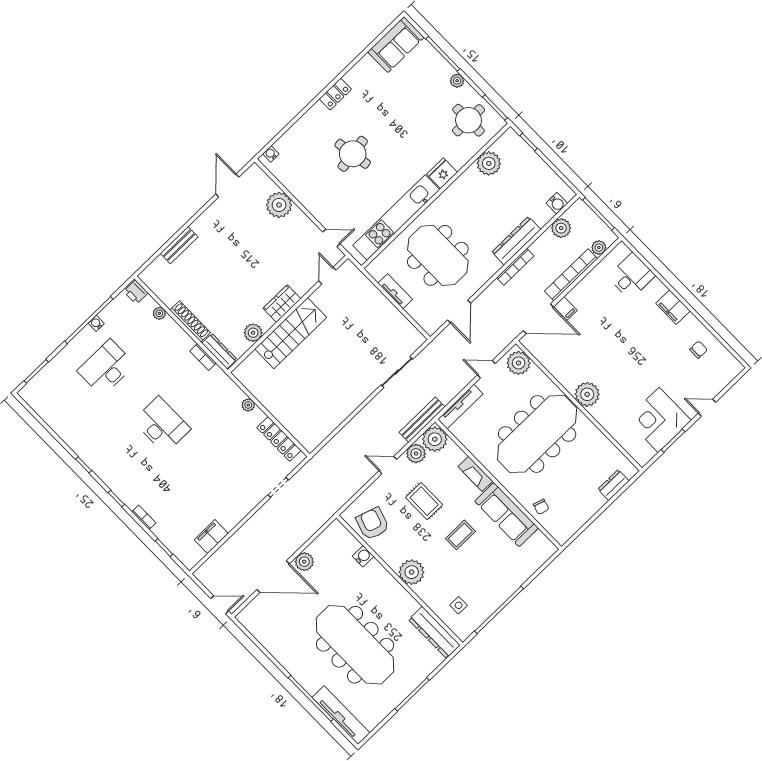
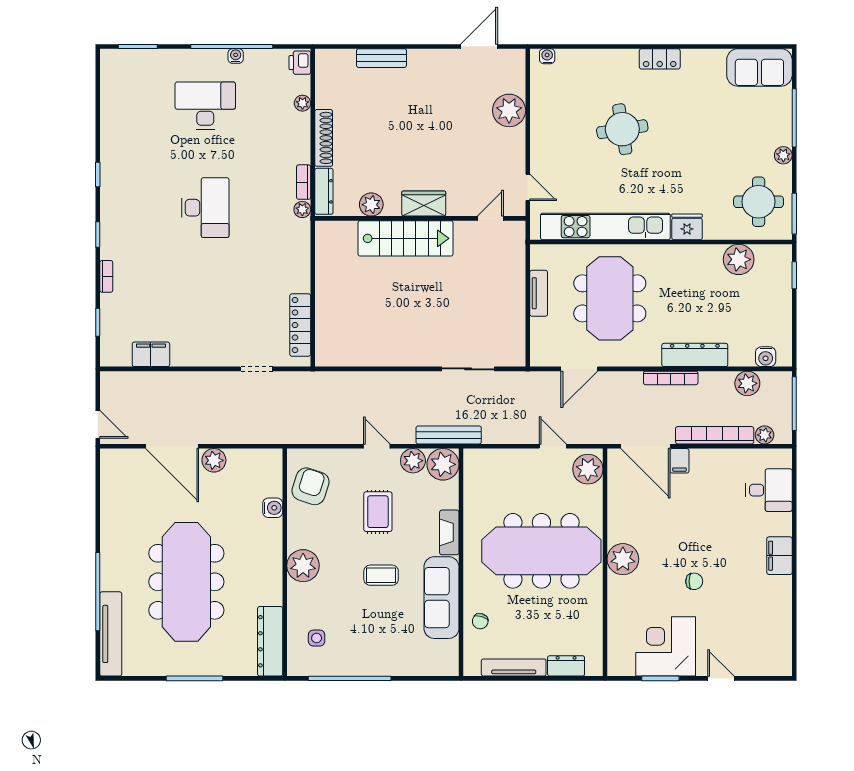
chair: (698, 350) -> (694, 581), moved
plant: (248, 405) -> (302, 209), moved
tv unit: (460, 407) -> (514, 667), moved, turned 180

